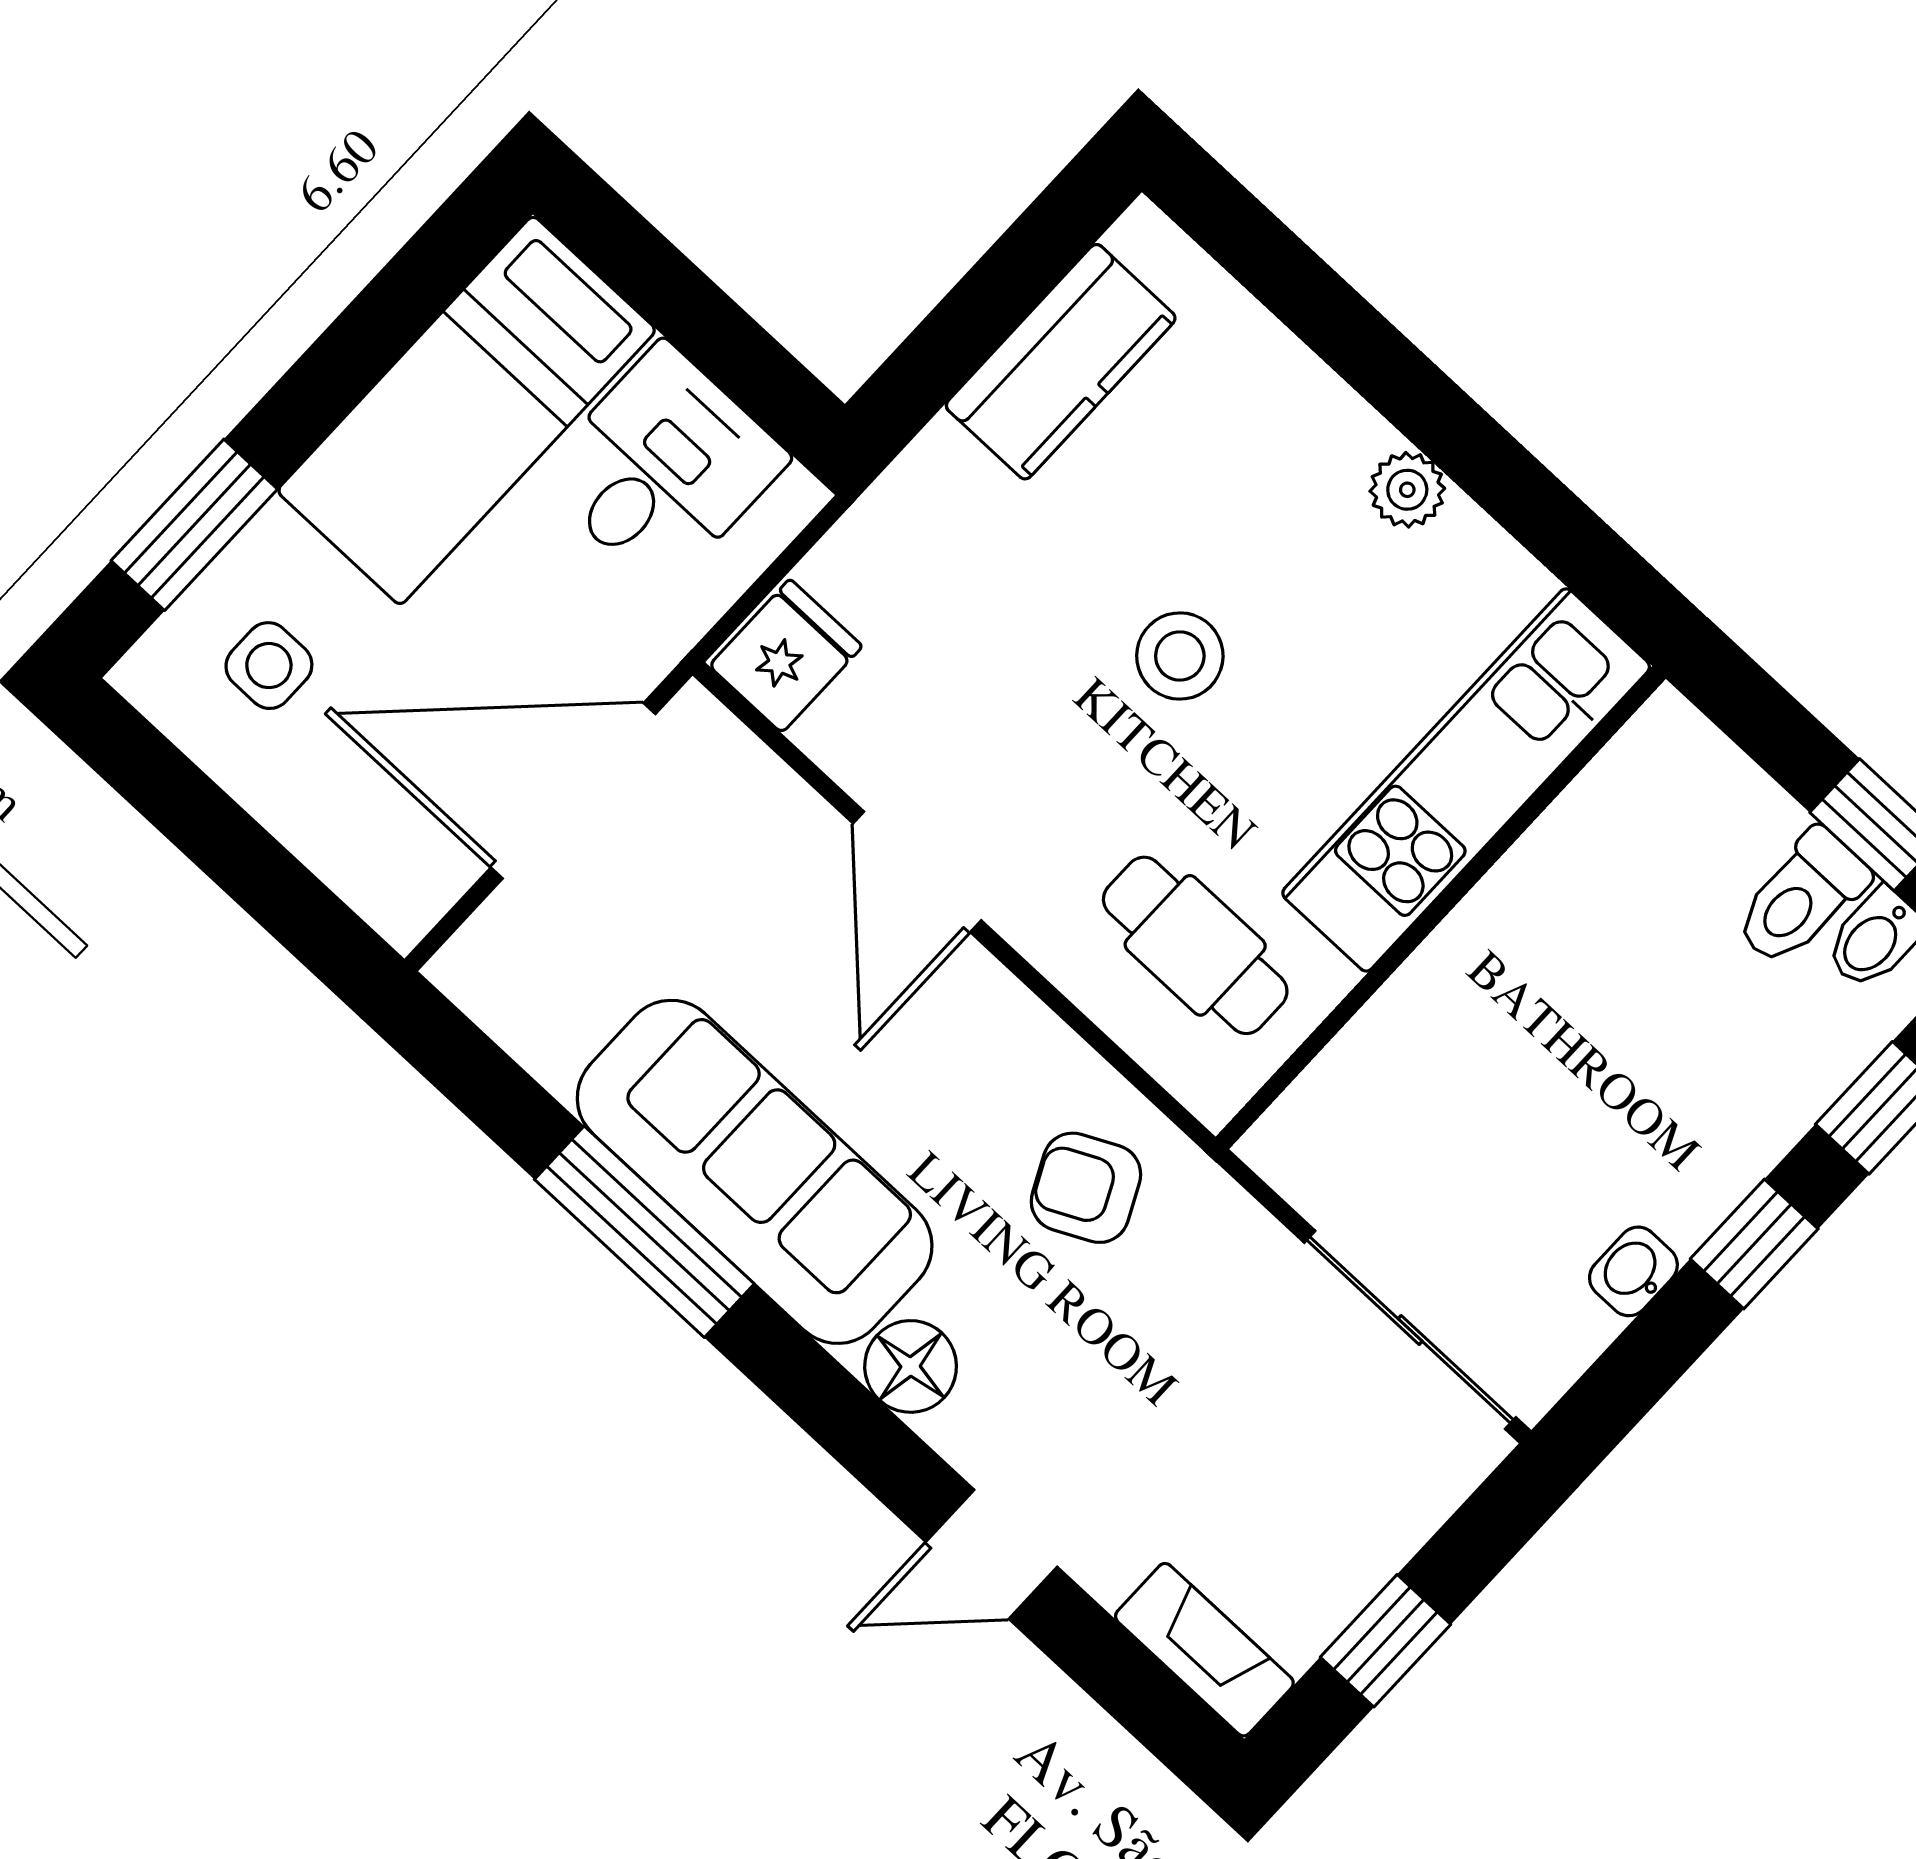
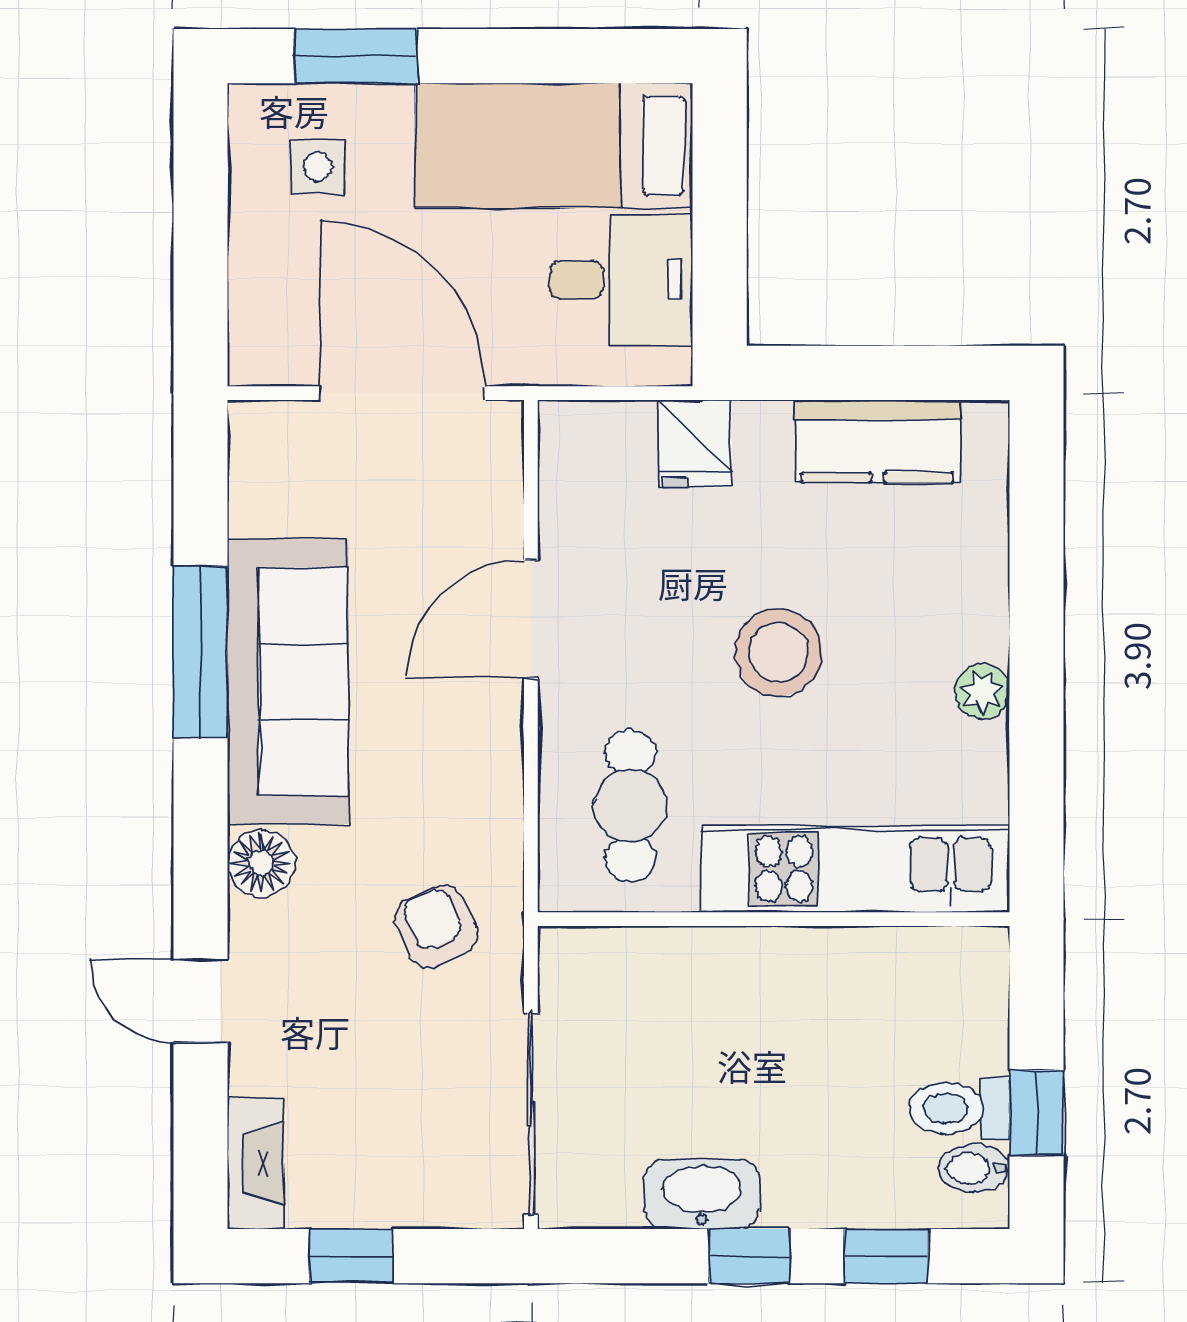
fridge: (786, 656) -> (695, 444), moved, turned 90
stool: (1180, 656) -> (779, 653), width x1.38, depth x1.38
armchair: (1086, 1188) -> (436, 927), moved
washbasin: (1633, 1271) -> (702, 1194), width x1.91, depth x1.45

